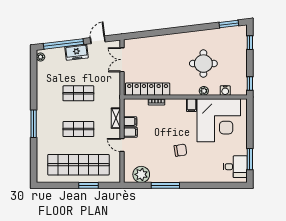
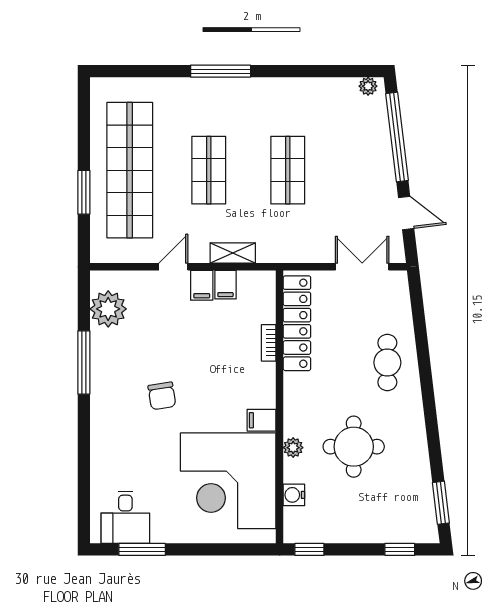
cafe table: (165, 48) -> (387, 363), added
freezer: (77, 52) -> (379, 166), removed

